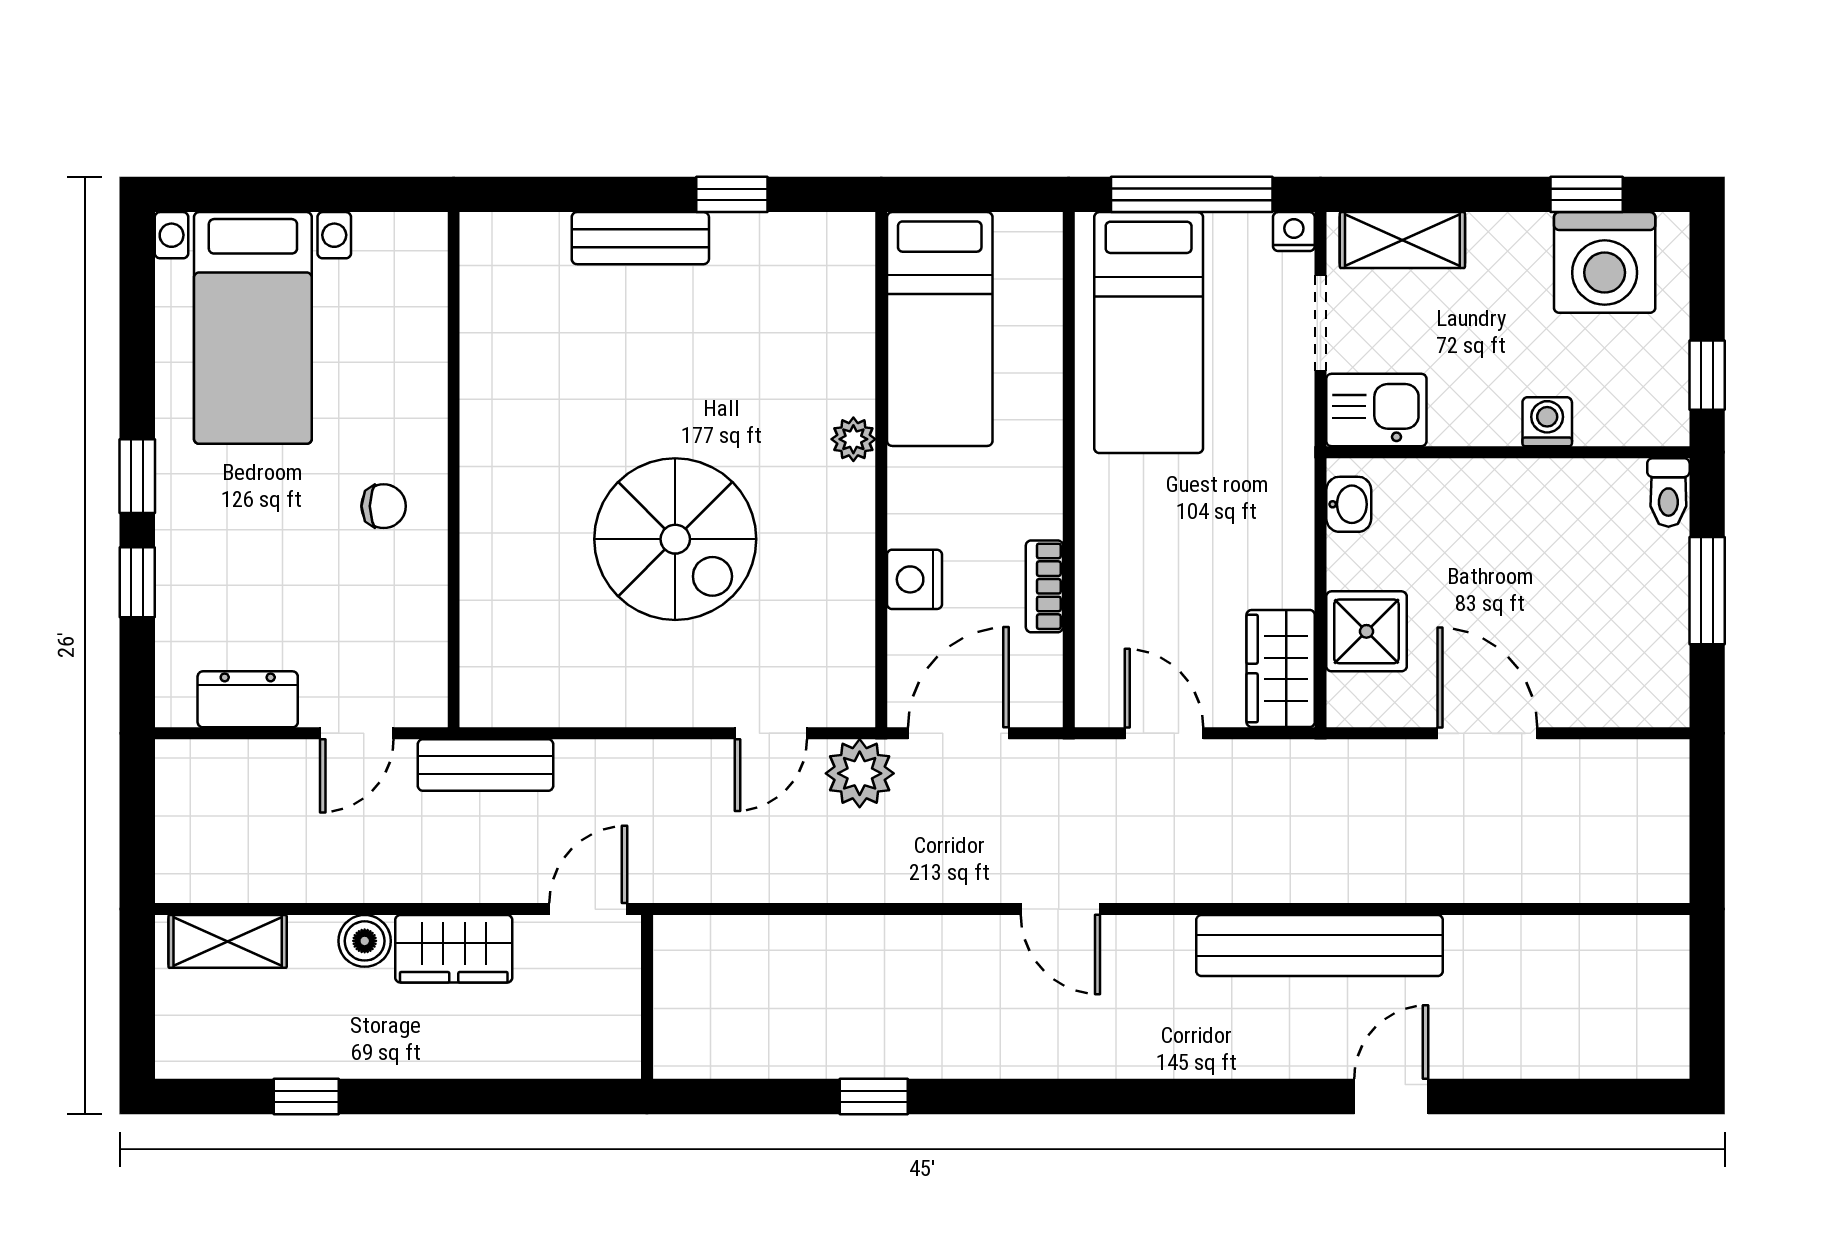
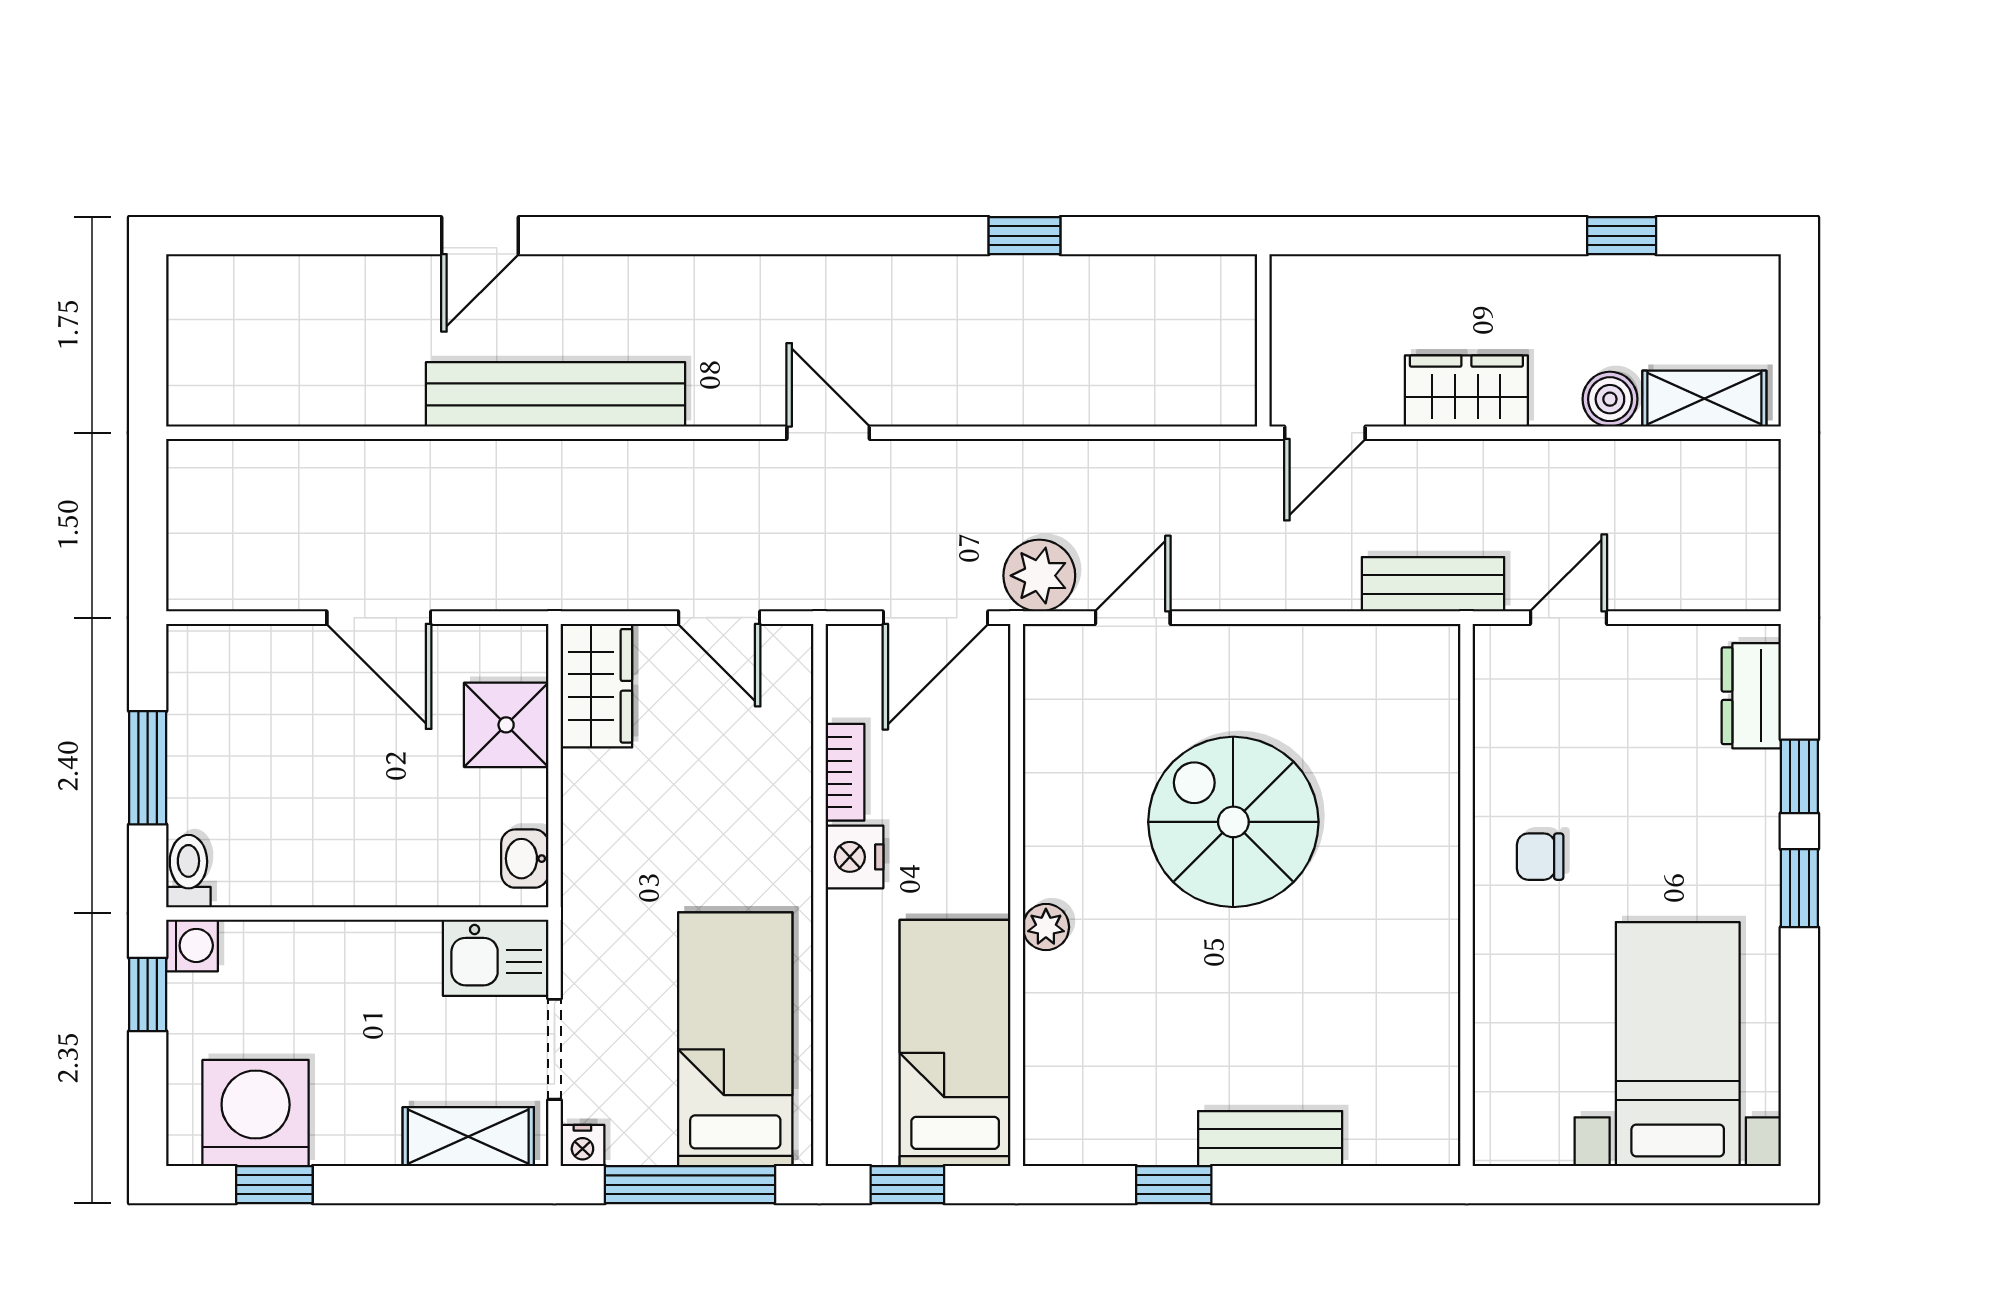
window: (985, 194) -> (907, 1185), added
washing machine: (1547, 422) -> (192, 945), moved, turned -90
nightstand: (914, 579) -> (854, 857), moved, turned 180
dresser: (248, 699) -> (1751, 696), moved, turned 90
boiler: (365, 941) -> (1610, 399), moved

